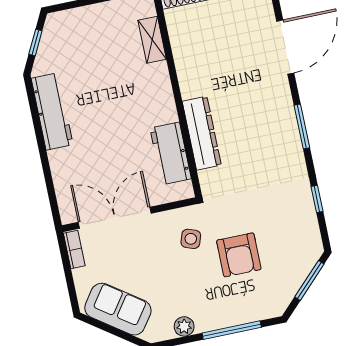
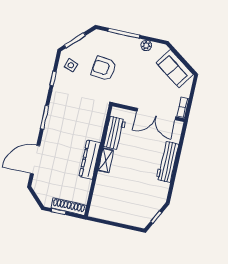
shelving: (152, 40) -> (106, 160), moved
workbench: (52, 111) -> (167, 162), moved
dresser: (202, 133) -> (90, 160), moved
side table: (191, 239) -> (71, 65), moved
armchair: (239, 255) -> (104, 68), turned -83

